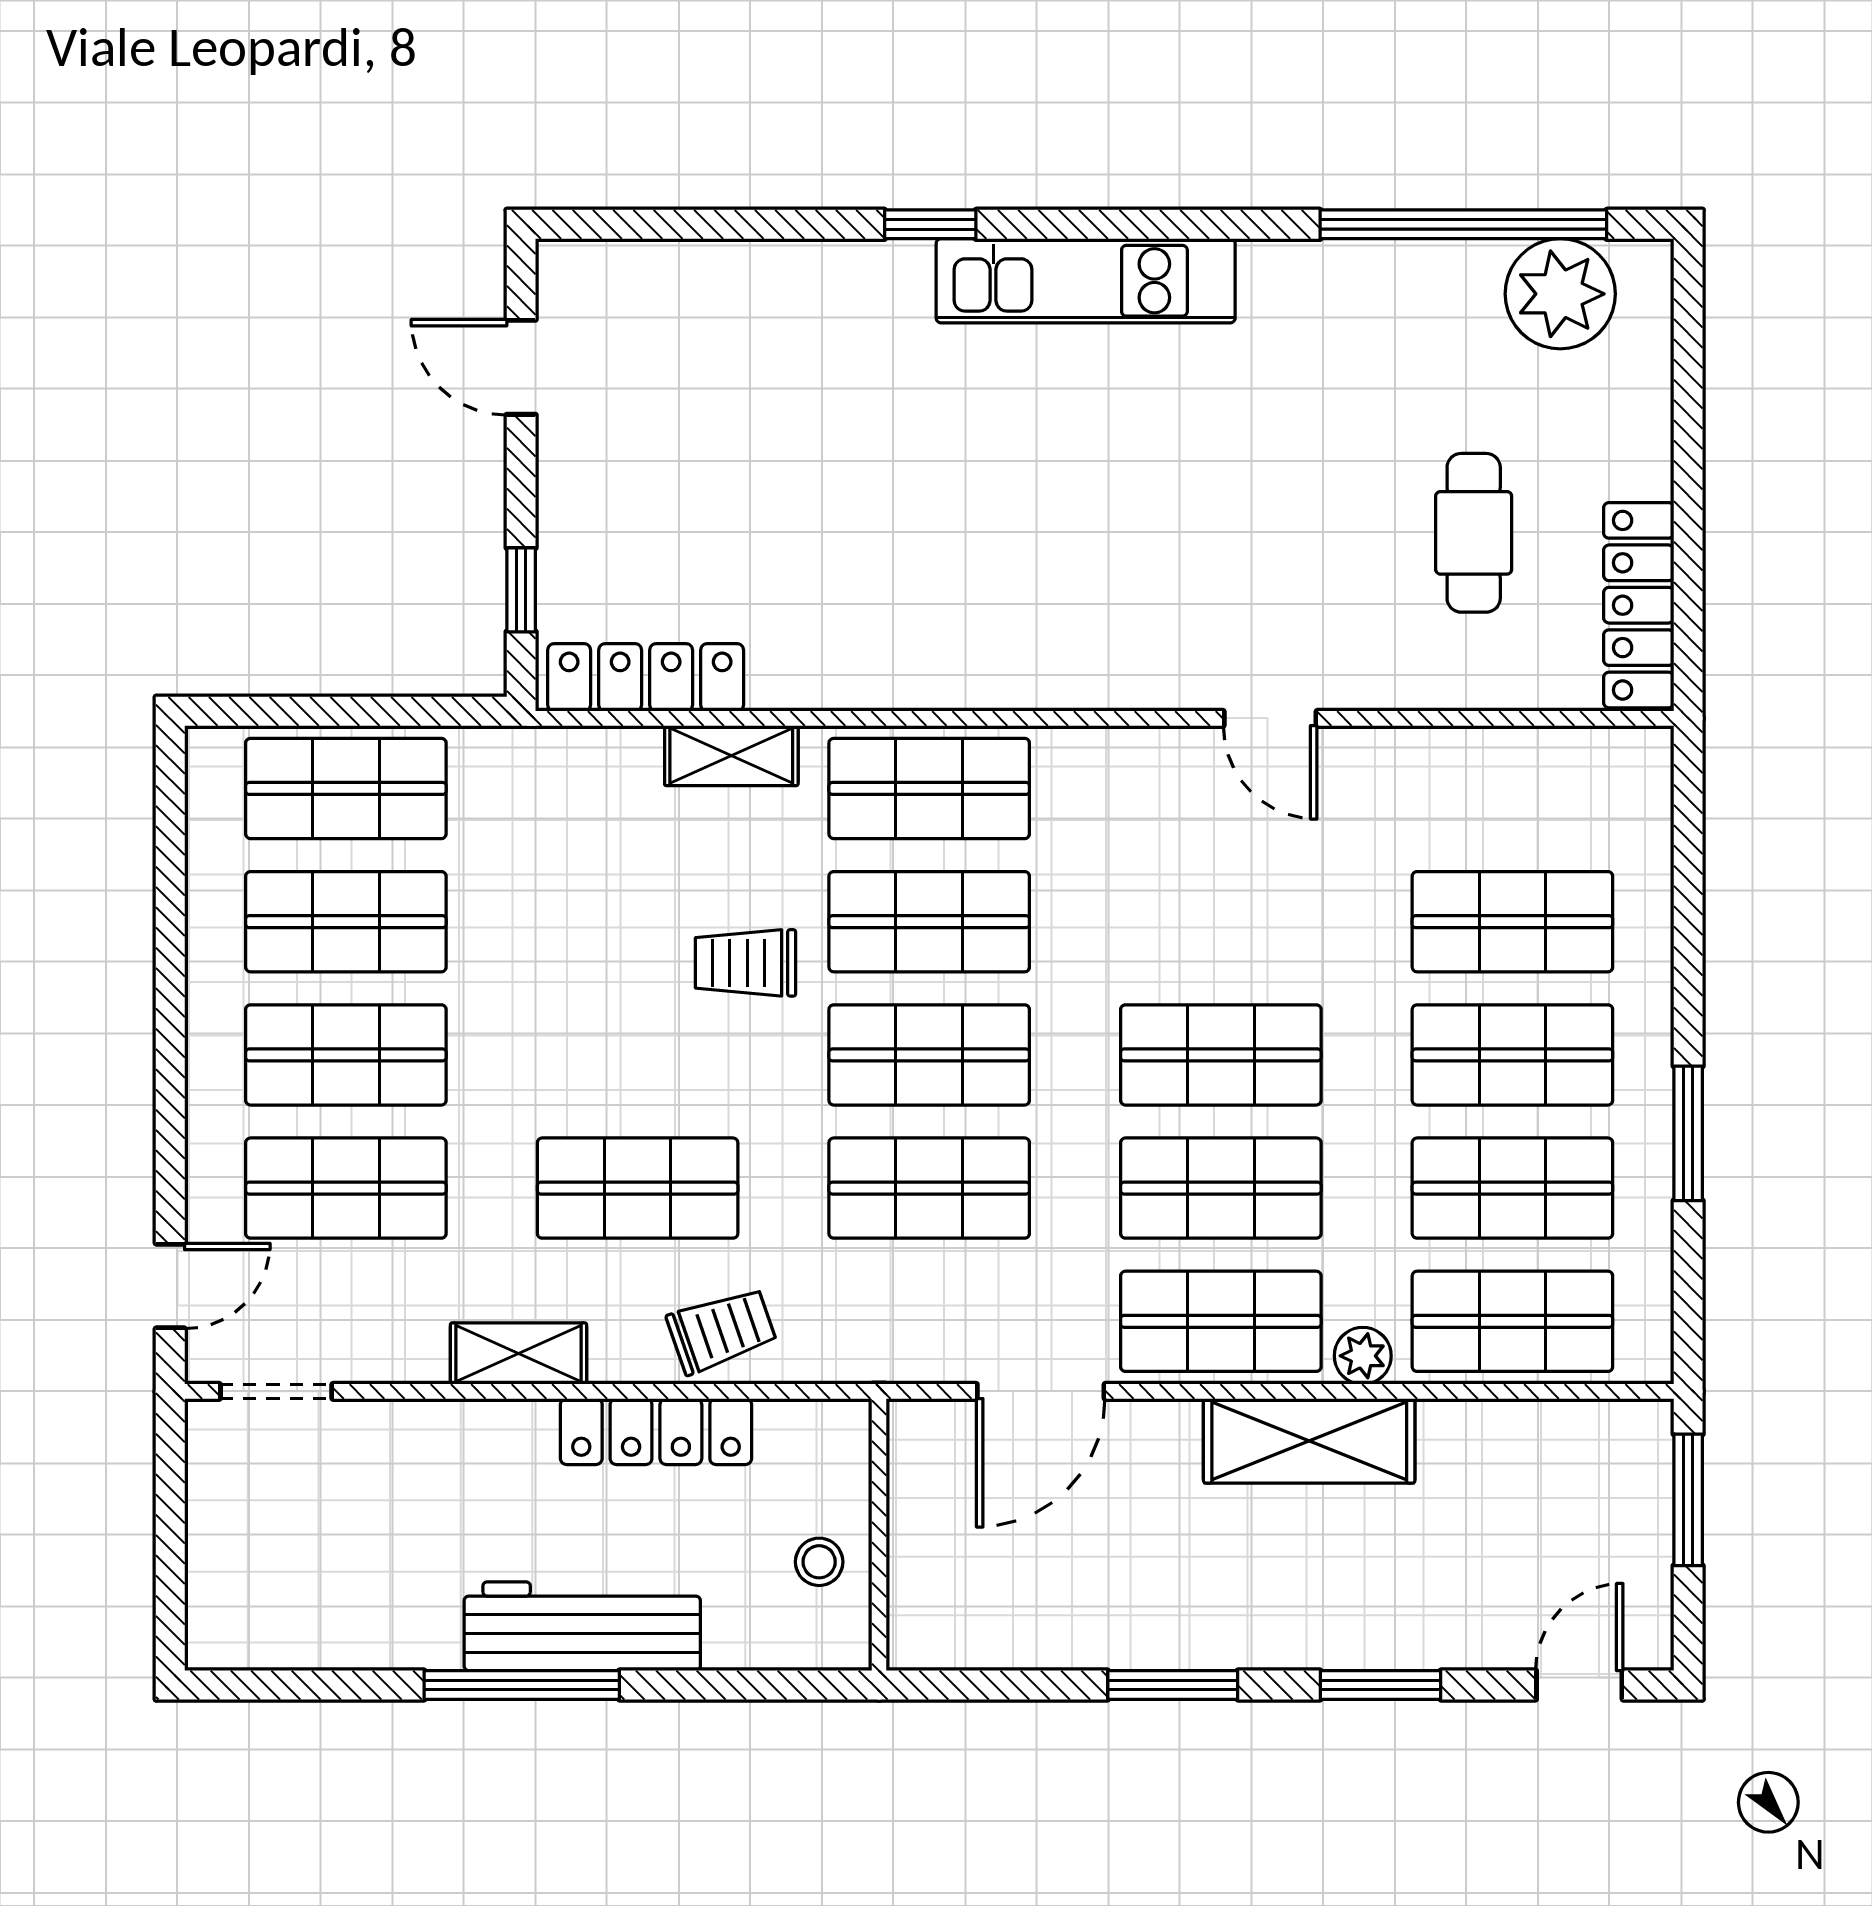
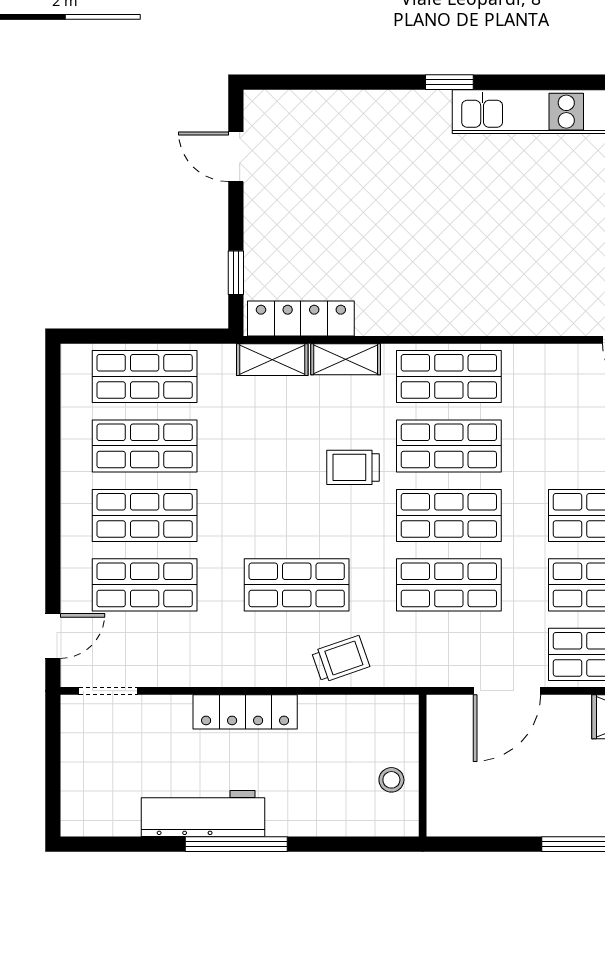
shelving: (518, 1354) -> (272, 360), moved
locker: (656, 1432) -> (245, 712), moved
workbench: (582, 1626) -> (203, 813), moved

